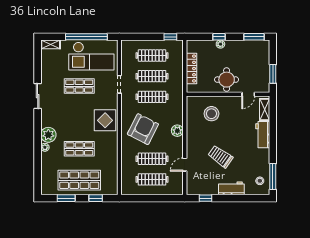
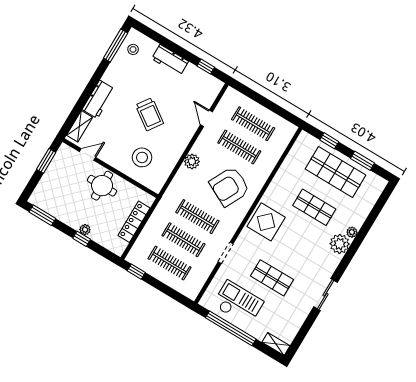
checkout: (91, 56) -> (238, 303), width x0.73, depth x0.83
trolley: (220, 157) -> (150, 114), moved
door: (185, 165) -> (206, 118), swing flipped

